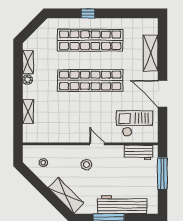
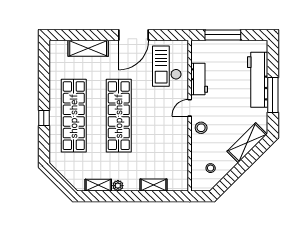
workbench: (138, 152) -> (199, 79), moved
stool: (86, 165) -> (201, 128), moved

